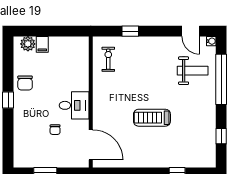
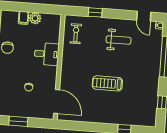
plant: (28, 44) -> (35, 18), moved
weight bench: (193, 71) -> (119, 40), moved
desk: (74, 105) -> (47, 54), moved

